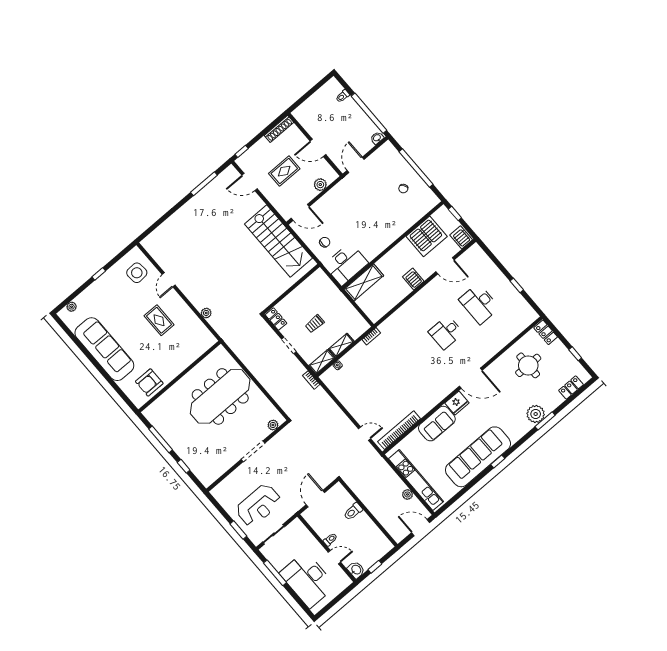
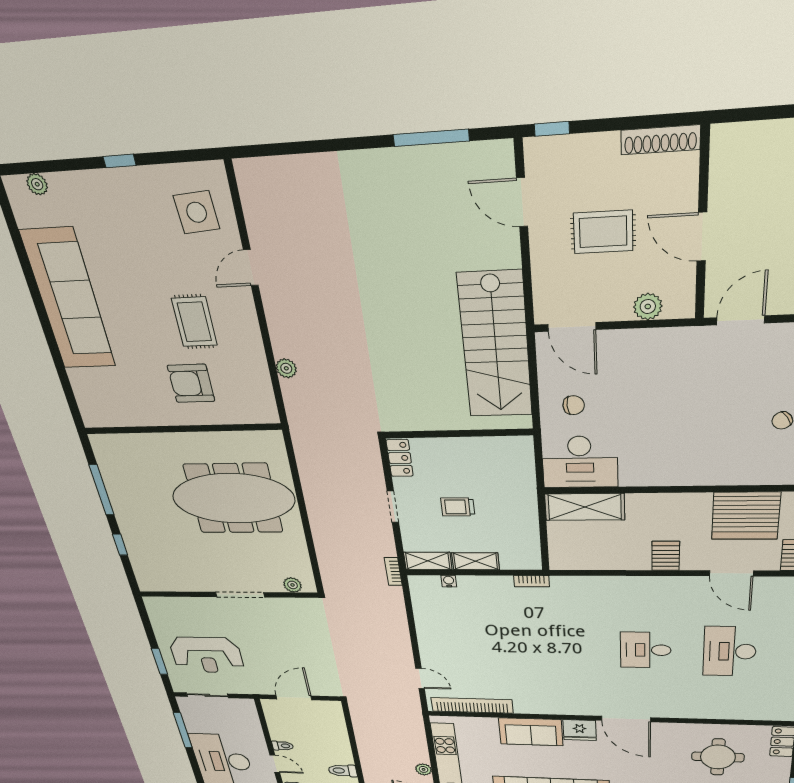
armchair: (149, 382) -> (191, 383), moved
toilet: (353, 511) -> (343, 771), moved

